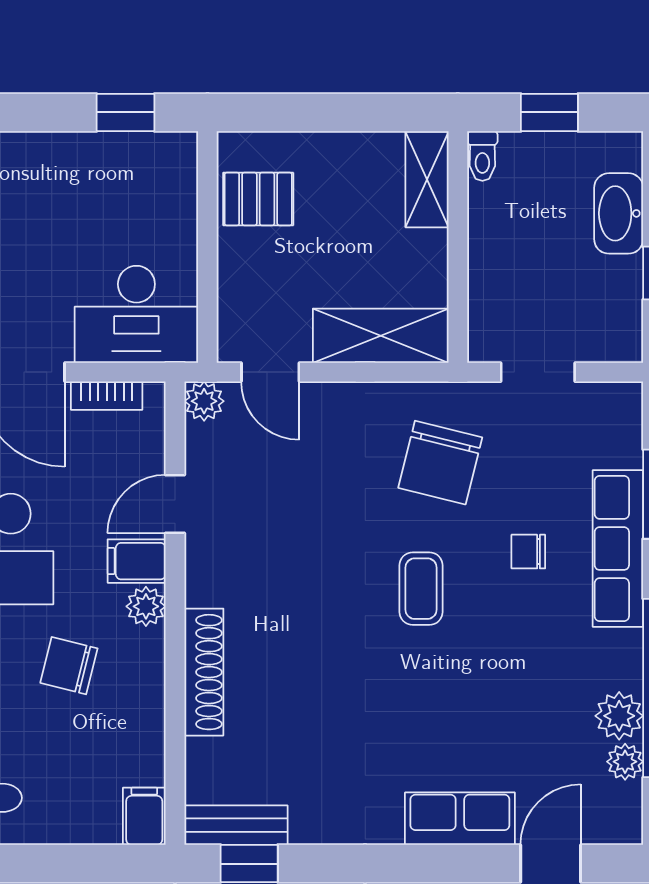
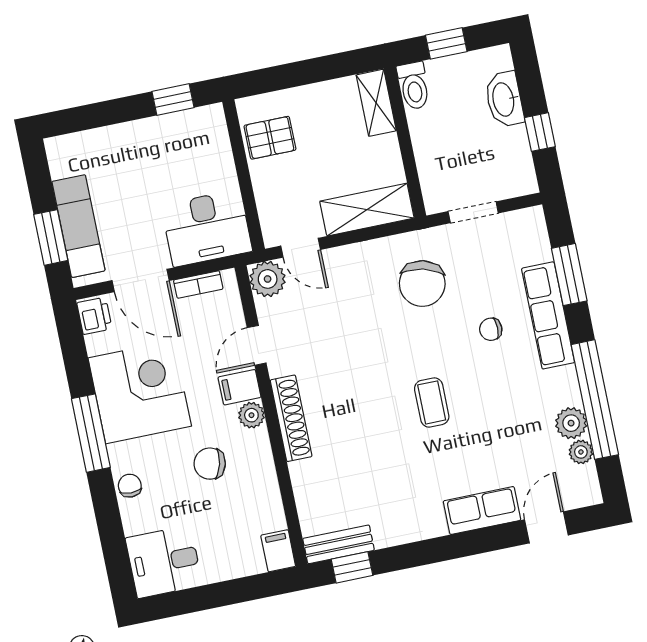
toilet: (482, 156) -> (414, 86), width x1.37, depth x1.39
plant: (204, 401) -> (268, 279), width x1.38, depth x1.38
coffee table: (421, 589) -> (432, 402), moved
shoe rack: (204, 672) -> (291, 418), moved

